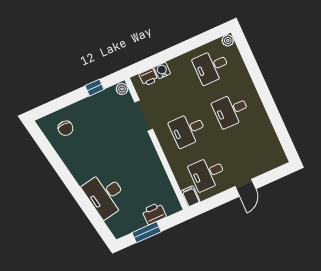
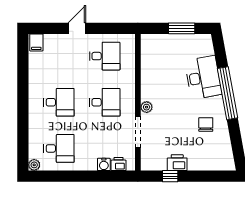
plant: (122, 89) -> (147, 107), moved
chair: (66, 128) -> (206, 124), moved
window: (76, 190) -> (227, 93), added
filing cabinet: (190, 196) -> (36, 42), moved
printer: (154, 213) -> (177, 163), moved, turned 180

